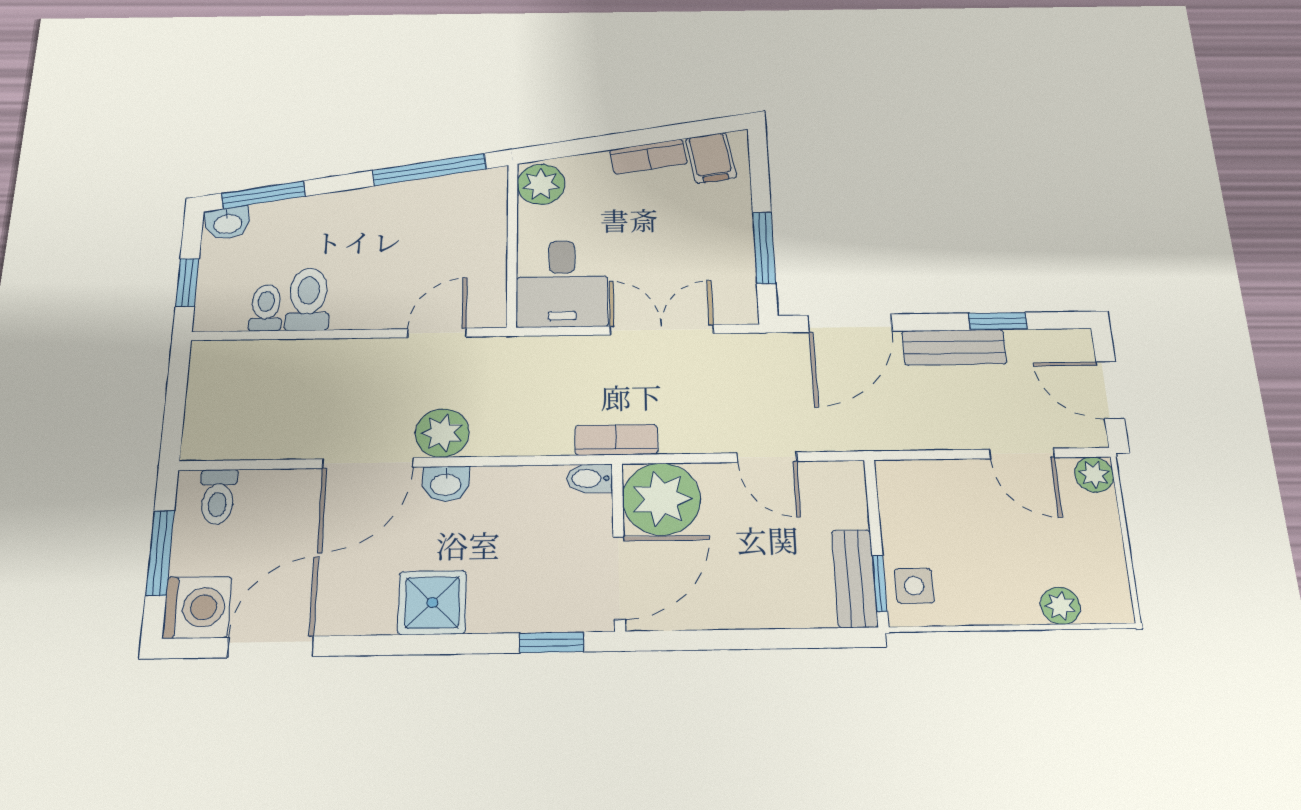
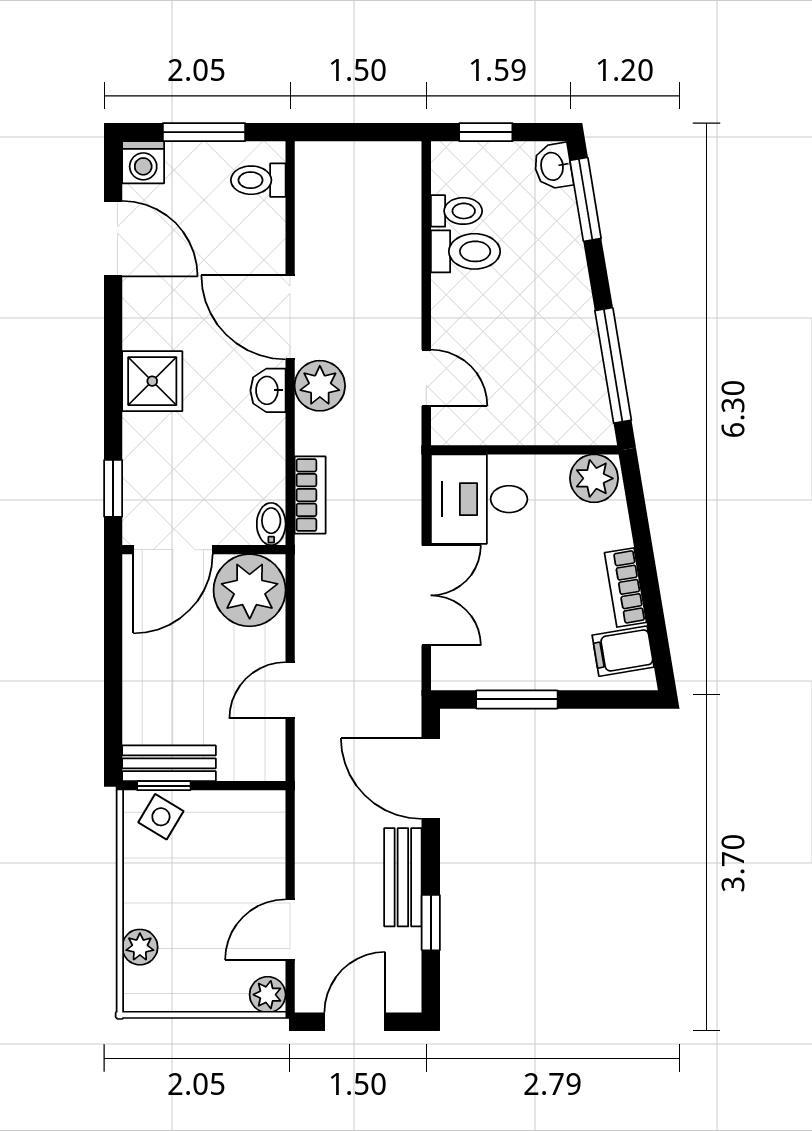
bookcase: (616, 440) -> (310, 495), moved
door: (619, 578) -> (173, 550), hinge flipped
side table: (914, 586) -> (161, 817), turned 31
washing machine: (197, 607) -> (143, 162), width x0.73, depth x0.73

